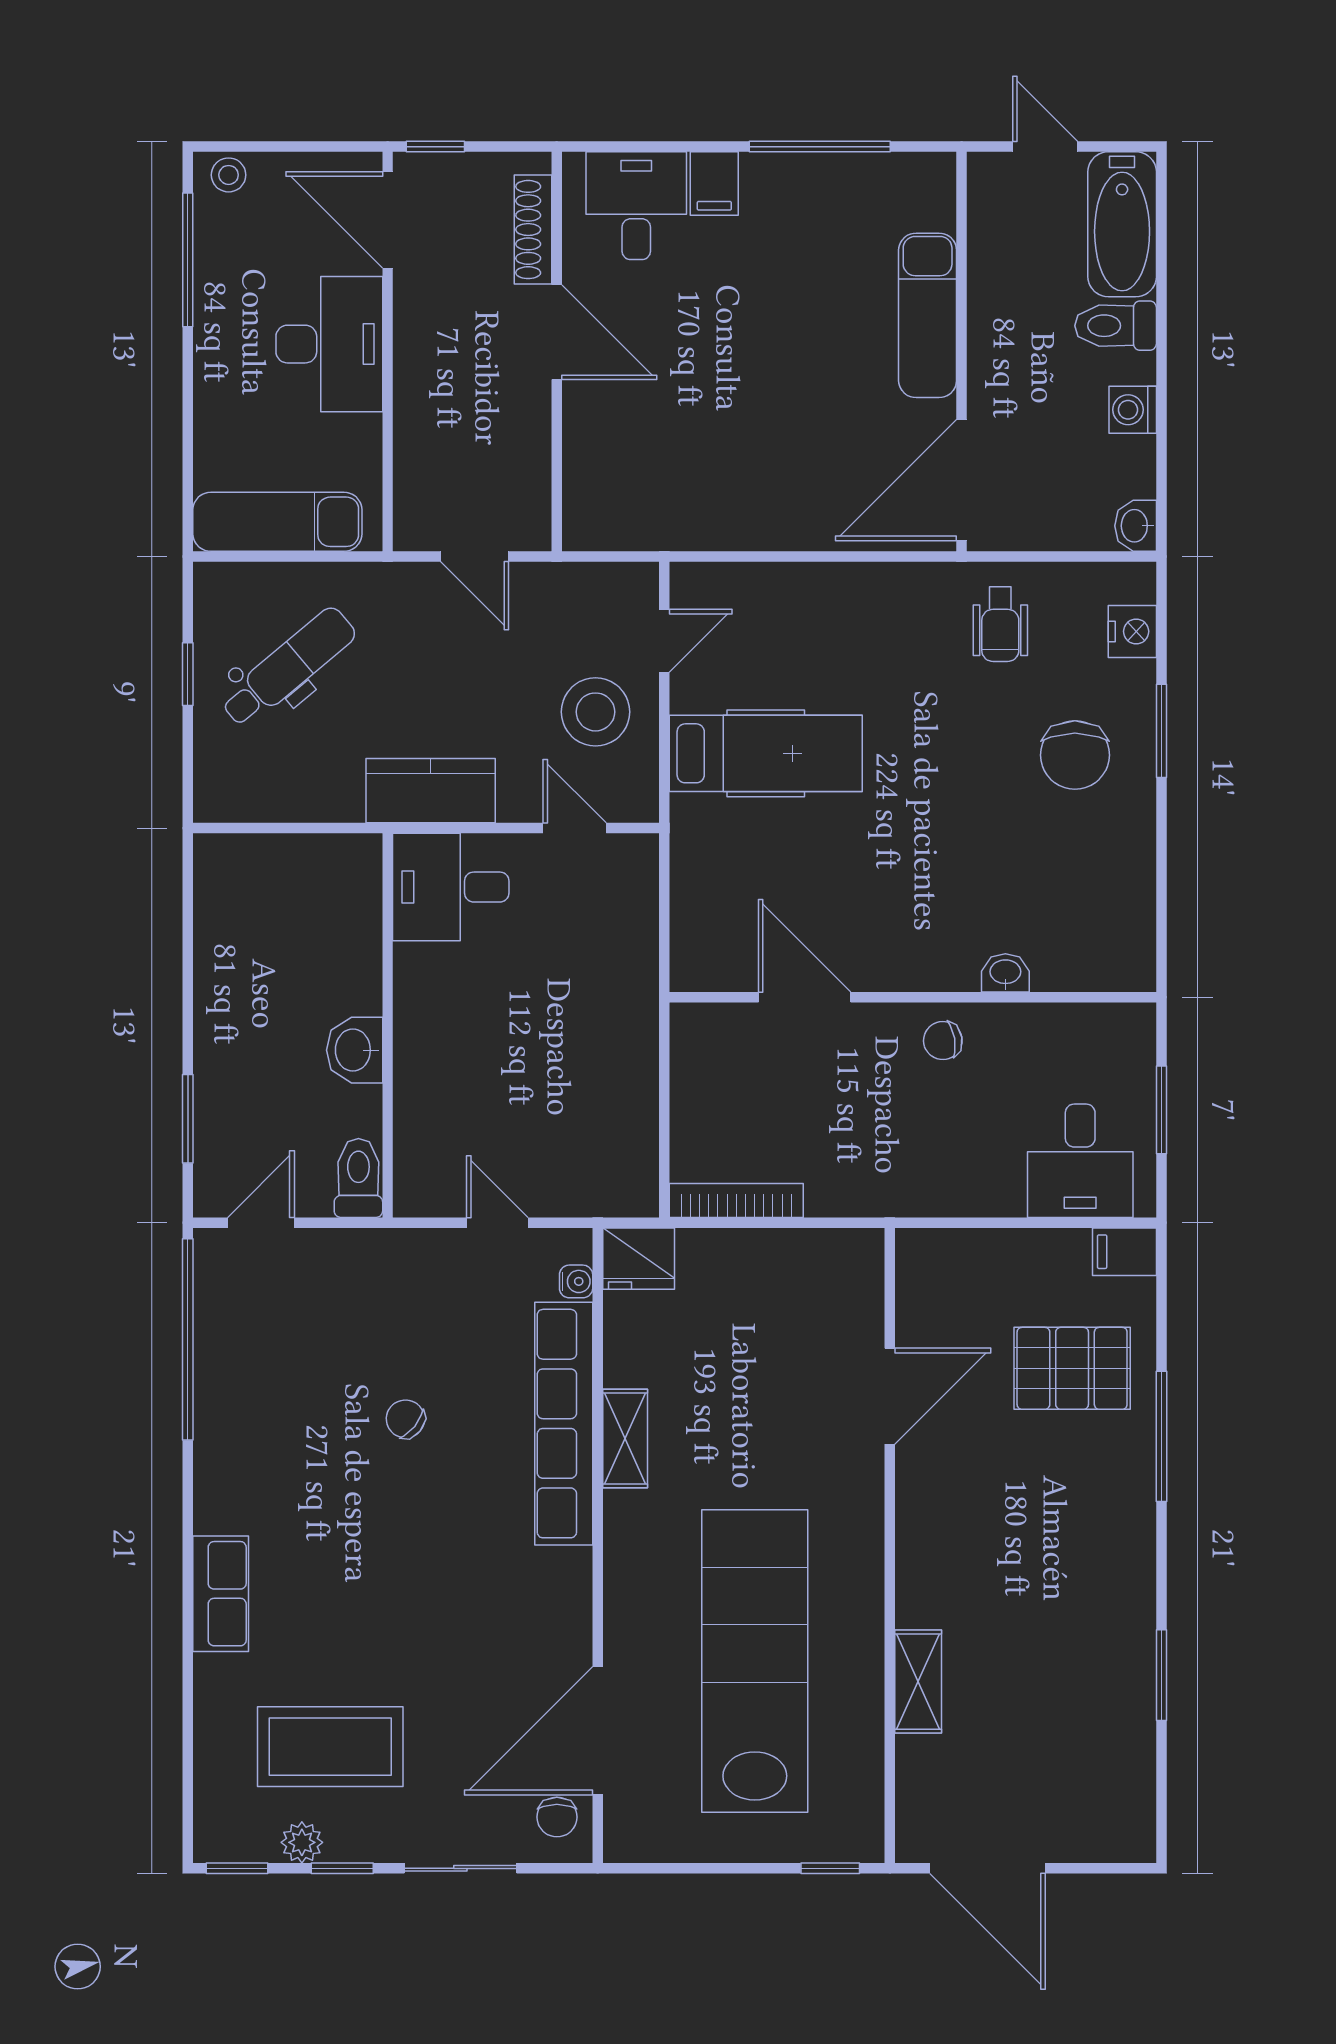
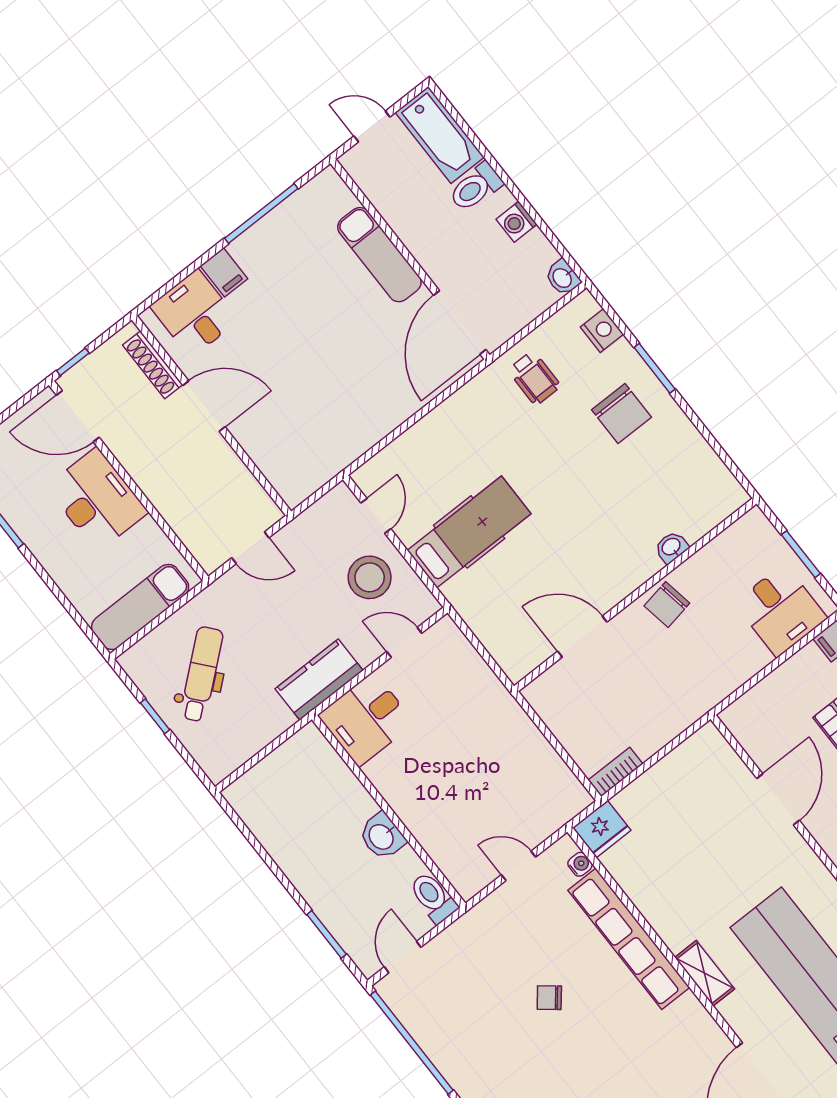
chair: (943, 1041) -> (667, 605), width x1.37, depth x1.37
bookcase: (736, 1200) -> (615, 772), width x0.64
shelving: (625, 1438) -> (705, 973), moved

